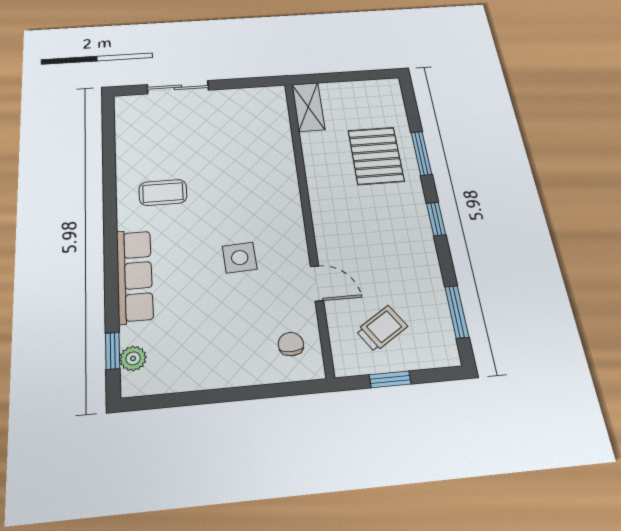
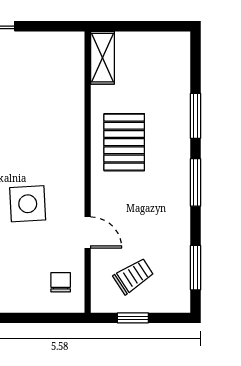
pallet: (376, 156) -> (124, 142), moved
window: (436, 219) -> (196, 182), width x1.50
side table: (240, 258) -> (28, 204), width x1.37, depth x1.37

